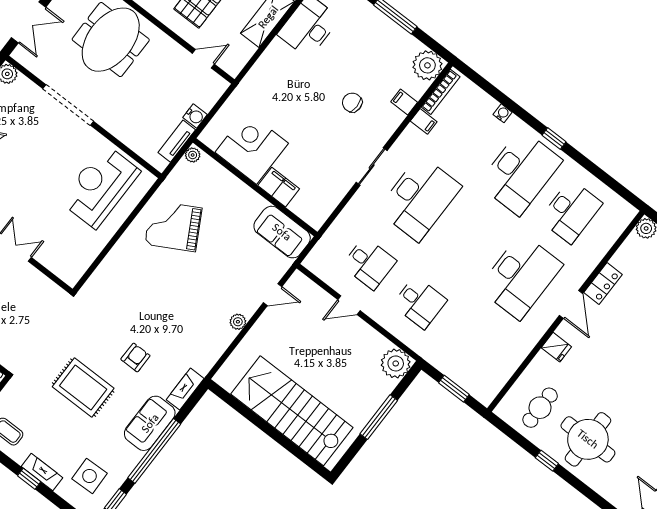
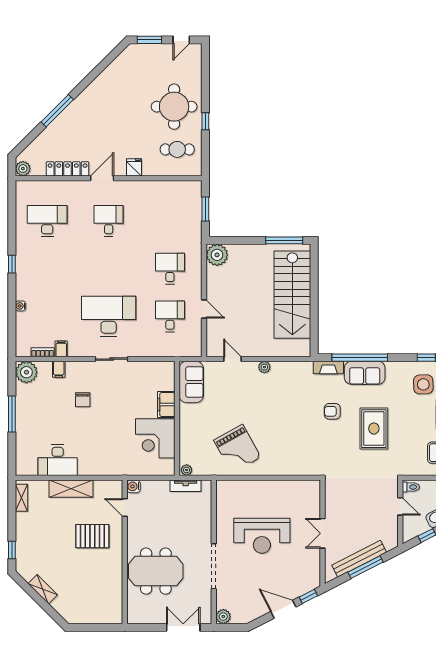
bookcase: (441, 92) -> (43, 352), width x0.64
water cooler: (195, 116) -> (134, 486), moved, turned -90
desk: (520, 172) -> (47, 269), removed
reception desk: (100, 186) -> (262, 536), moved
desk: (521, 276) -> (109, 221), width x0.53, depth x0.77
locker: (603, 283) -> (68, 169), width x1.53
window: (379, 417) -> (284, 240), moved
window: (154, 451) -> (360, 358), moved

